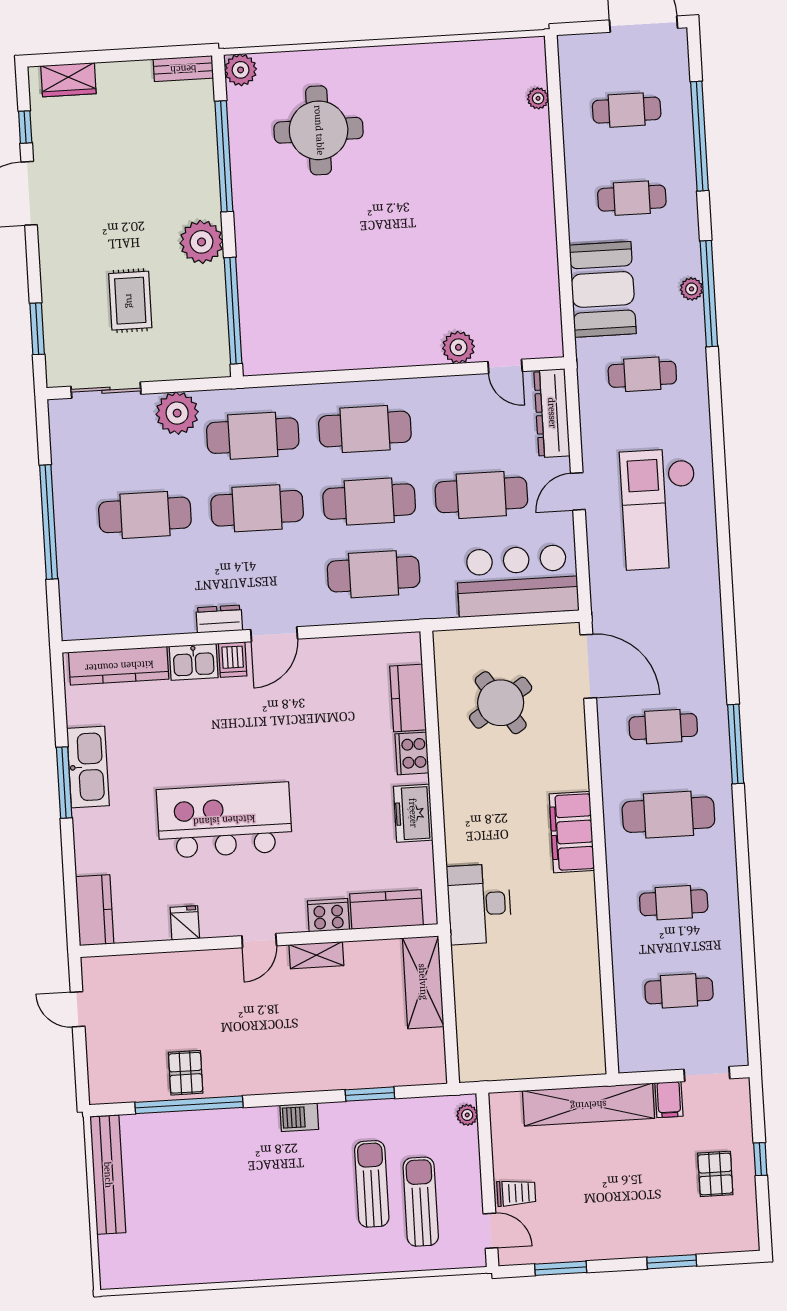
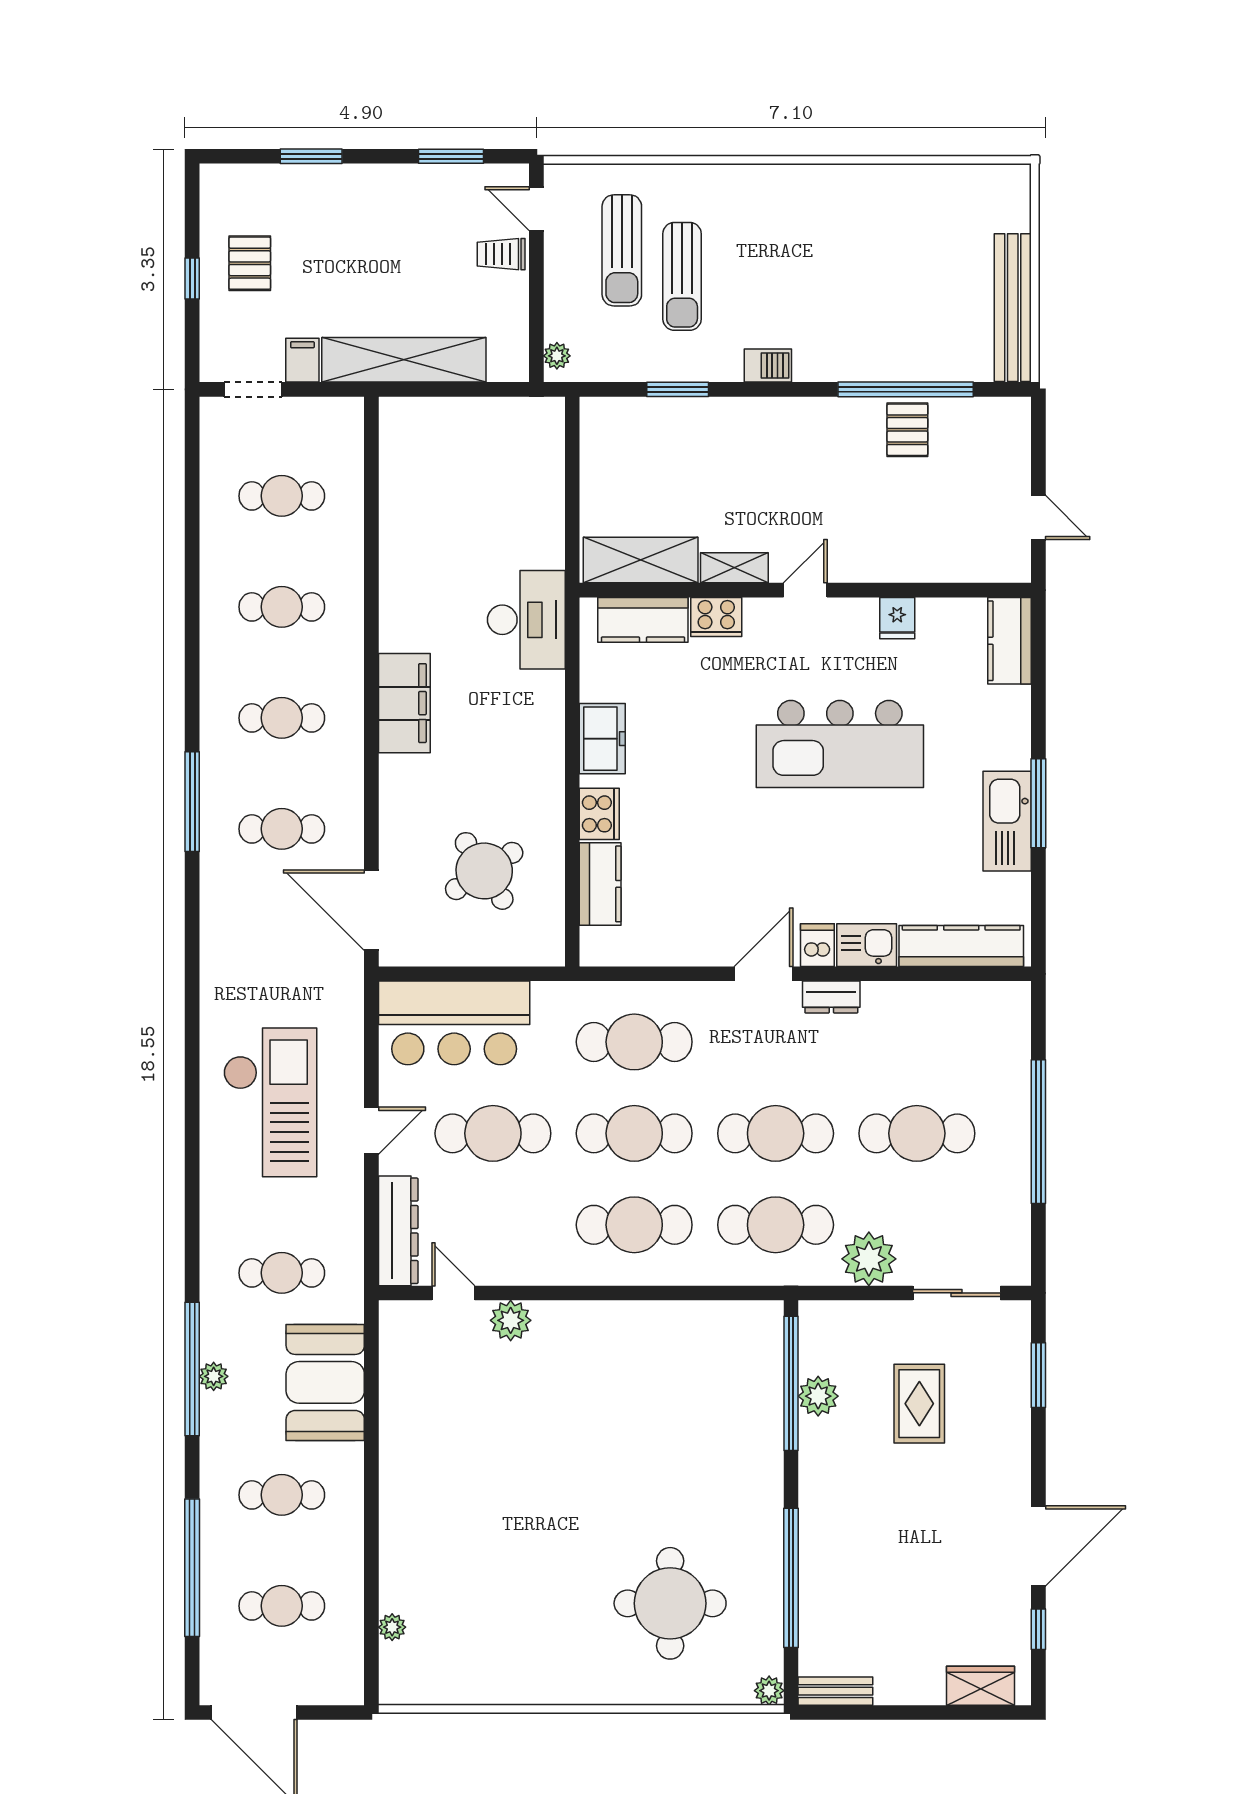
plant: (241, 70) -> (769, 1691), width x0.73, depth x0.73
plant: (201, 242) -> (818, 1396), moved, width x0.73, depth x0.73
cafe table: (668, 815) -> (282, 718), width x0.73, depth x0.74
shelving: (423, 982) -> (641, 560), moved, turned 90

